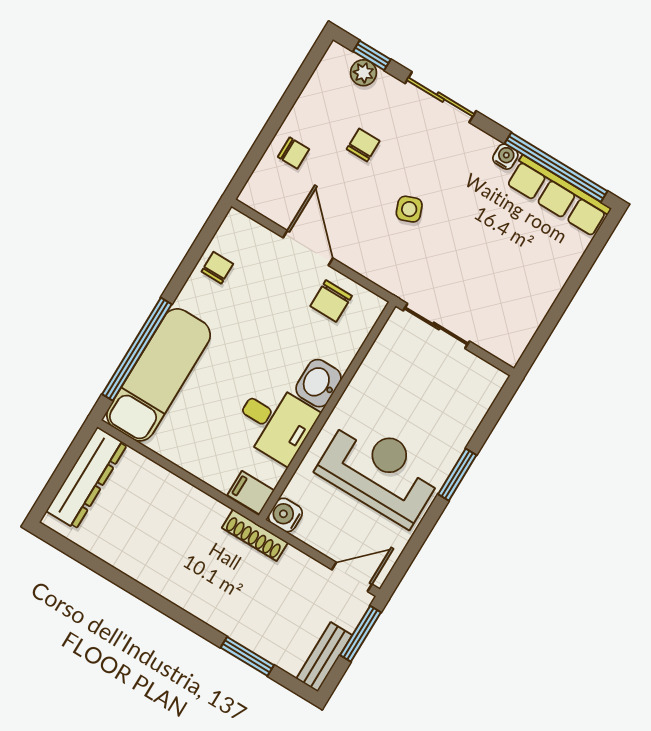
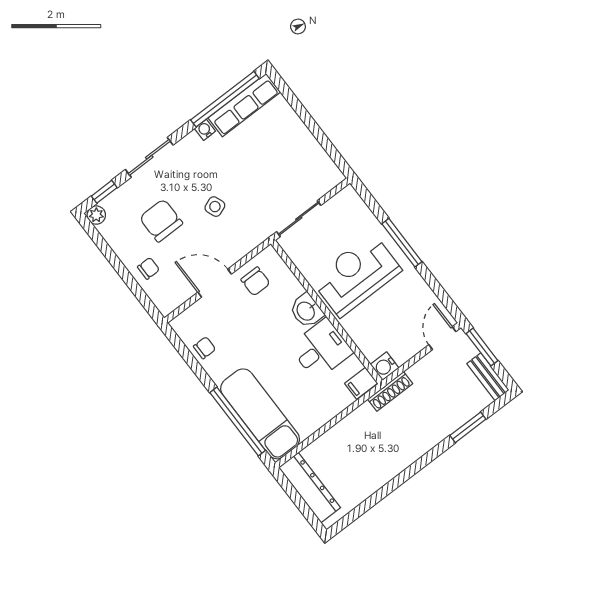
plant: (363, 73) -> (96, 215), moved
chair: (363, 145) -> (161, 220), width x1.87, depth x1.87
chair: (217, 268) -> (205, 348), turned 90
reception desk: (380, 471) -> (356, 275), moved
window: (457, 475) -> (402, 243), width x1.44

